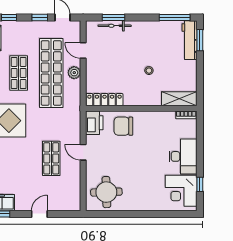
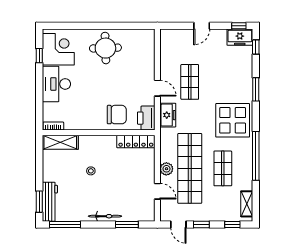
bicycle: (115, 26) -> (105, 216), moved
freezer: (73, 126) -> (168, 115), added
round table: (106, 192) -> (105, 48), moved

